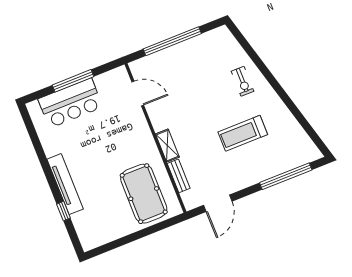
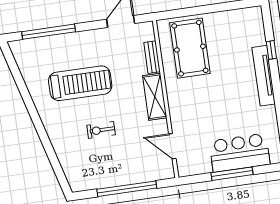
exercise bike: (243, 81) -> (101, 130), moved, turned -90
treadmill: (243, 133) -> (80, 83), width x1.37, depth x1.38
shelving: (167, 146) -> (155, 97), width x1.50, depth x1.33

